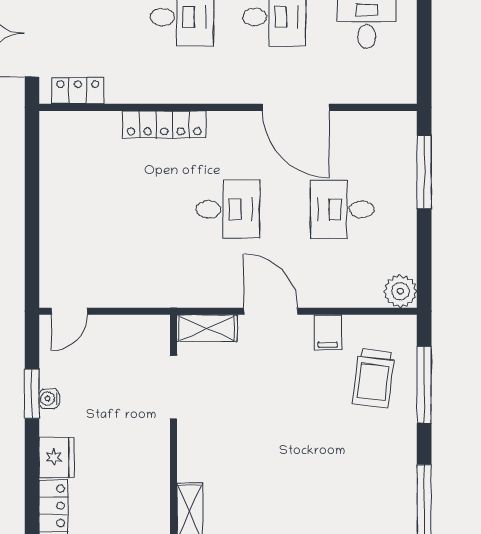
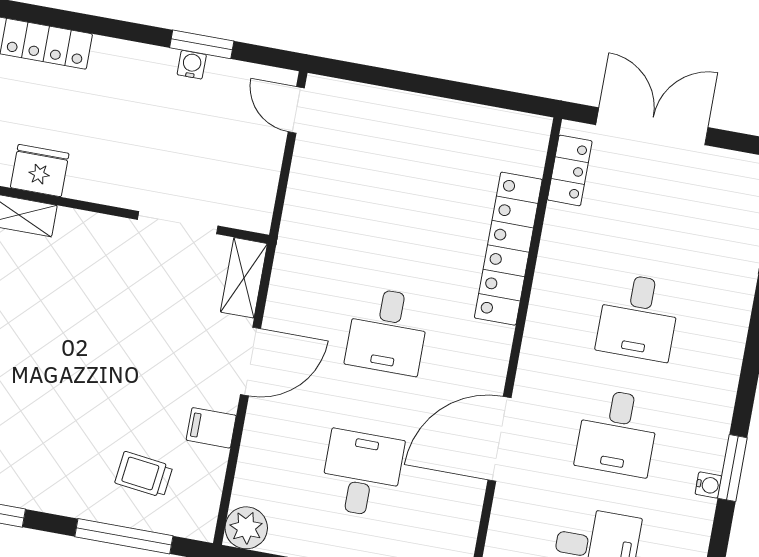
locker: (164, 125) -> (508, 249), width x1.41, depth x1.21
trolley: (373, 378) -> (144, 475), width x0.73, depth x0.72
fridge: (57, 457) -> (40, 171), moved, turned 180

